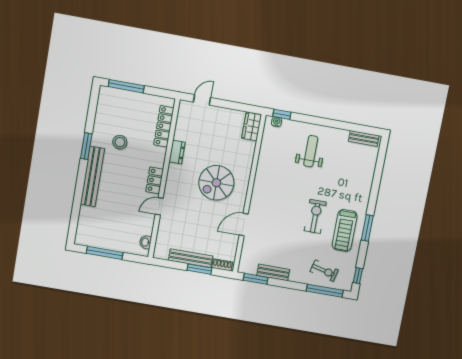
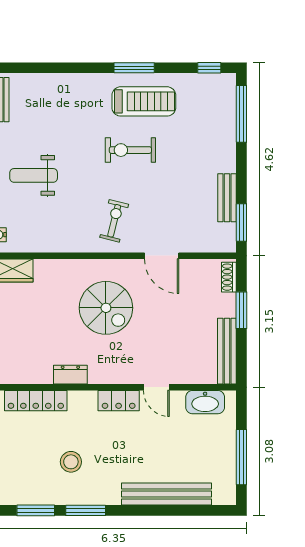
window: (92, 113) -> (36, 510), added
bench: (92, 176) -> (166, 494), moved
washbasin: (145, 242) -> (205, 402), width x1.91, depth x1.45
bench: (190, 258) -> (227, 351), moved
exercise bike: (324, 271) -> (114, 221), moved

